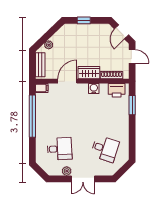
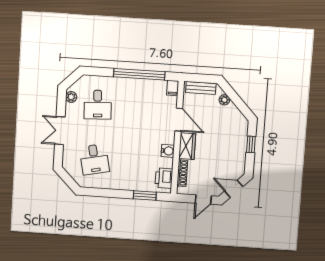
desk: (105, 149) -> (94, 159), turned -30
plant: (67, 171) -> (71, 97), moved

